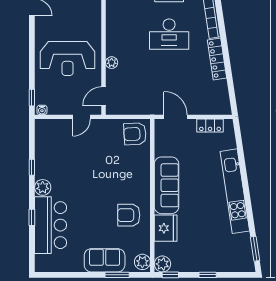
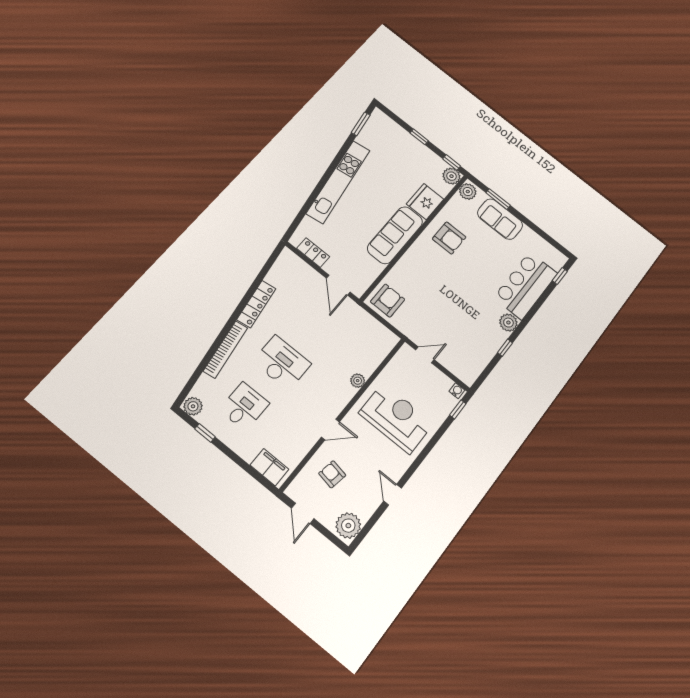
door: (104, 96) -> (330, 429), moved
armchair: (135, 134) -> (388, 301), turned -87
window: (32, 217) -> (560, 276), moved

